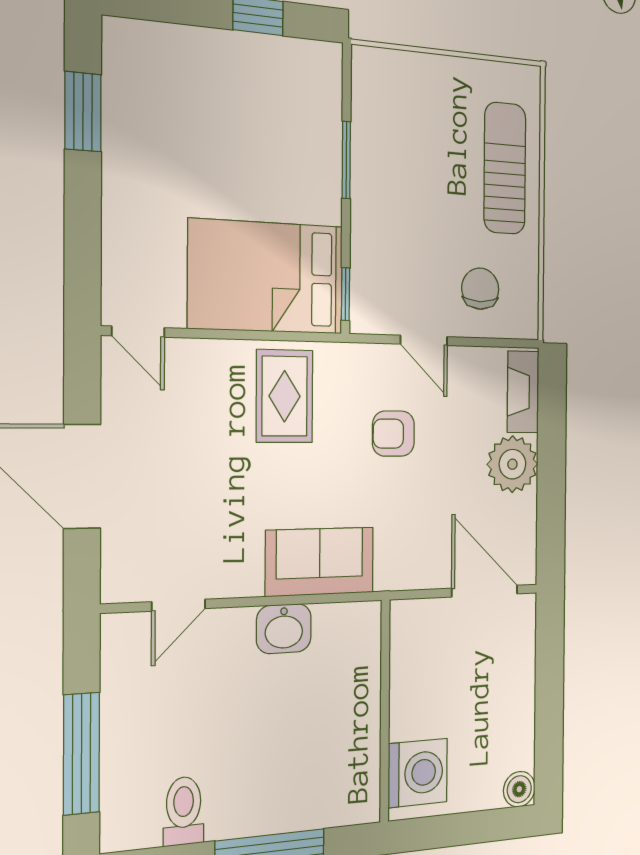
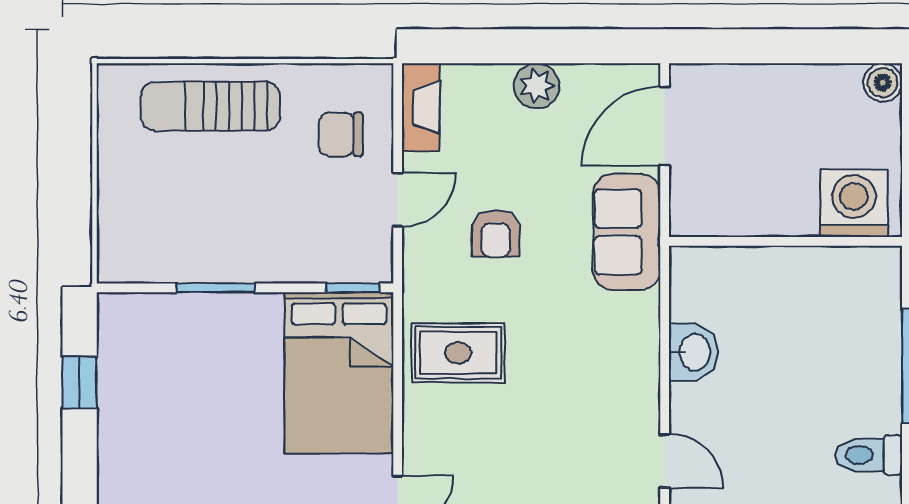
fireplace: (523, 392) -> (421, 107), moved, turned -90
plant: (512, 464) -> (537, 86), width x0.73, depth x0.73
sofa: (320, 562) -> (627, 232), moved

